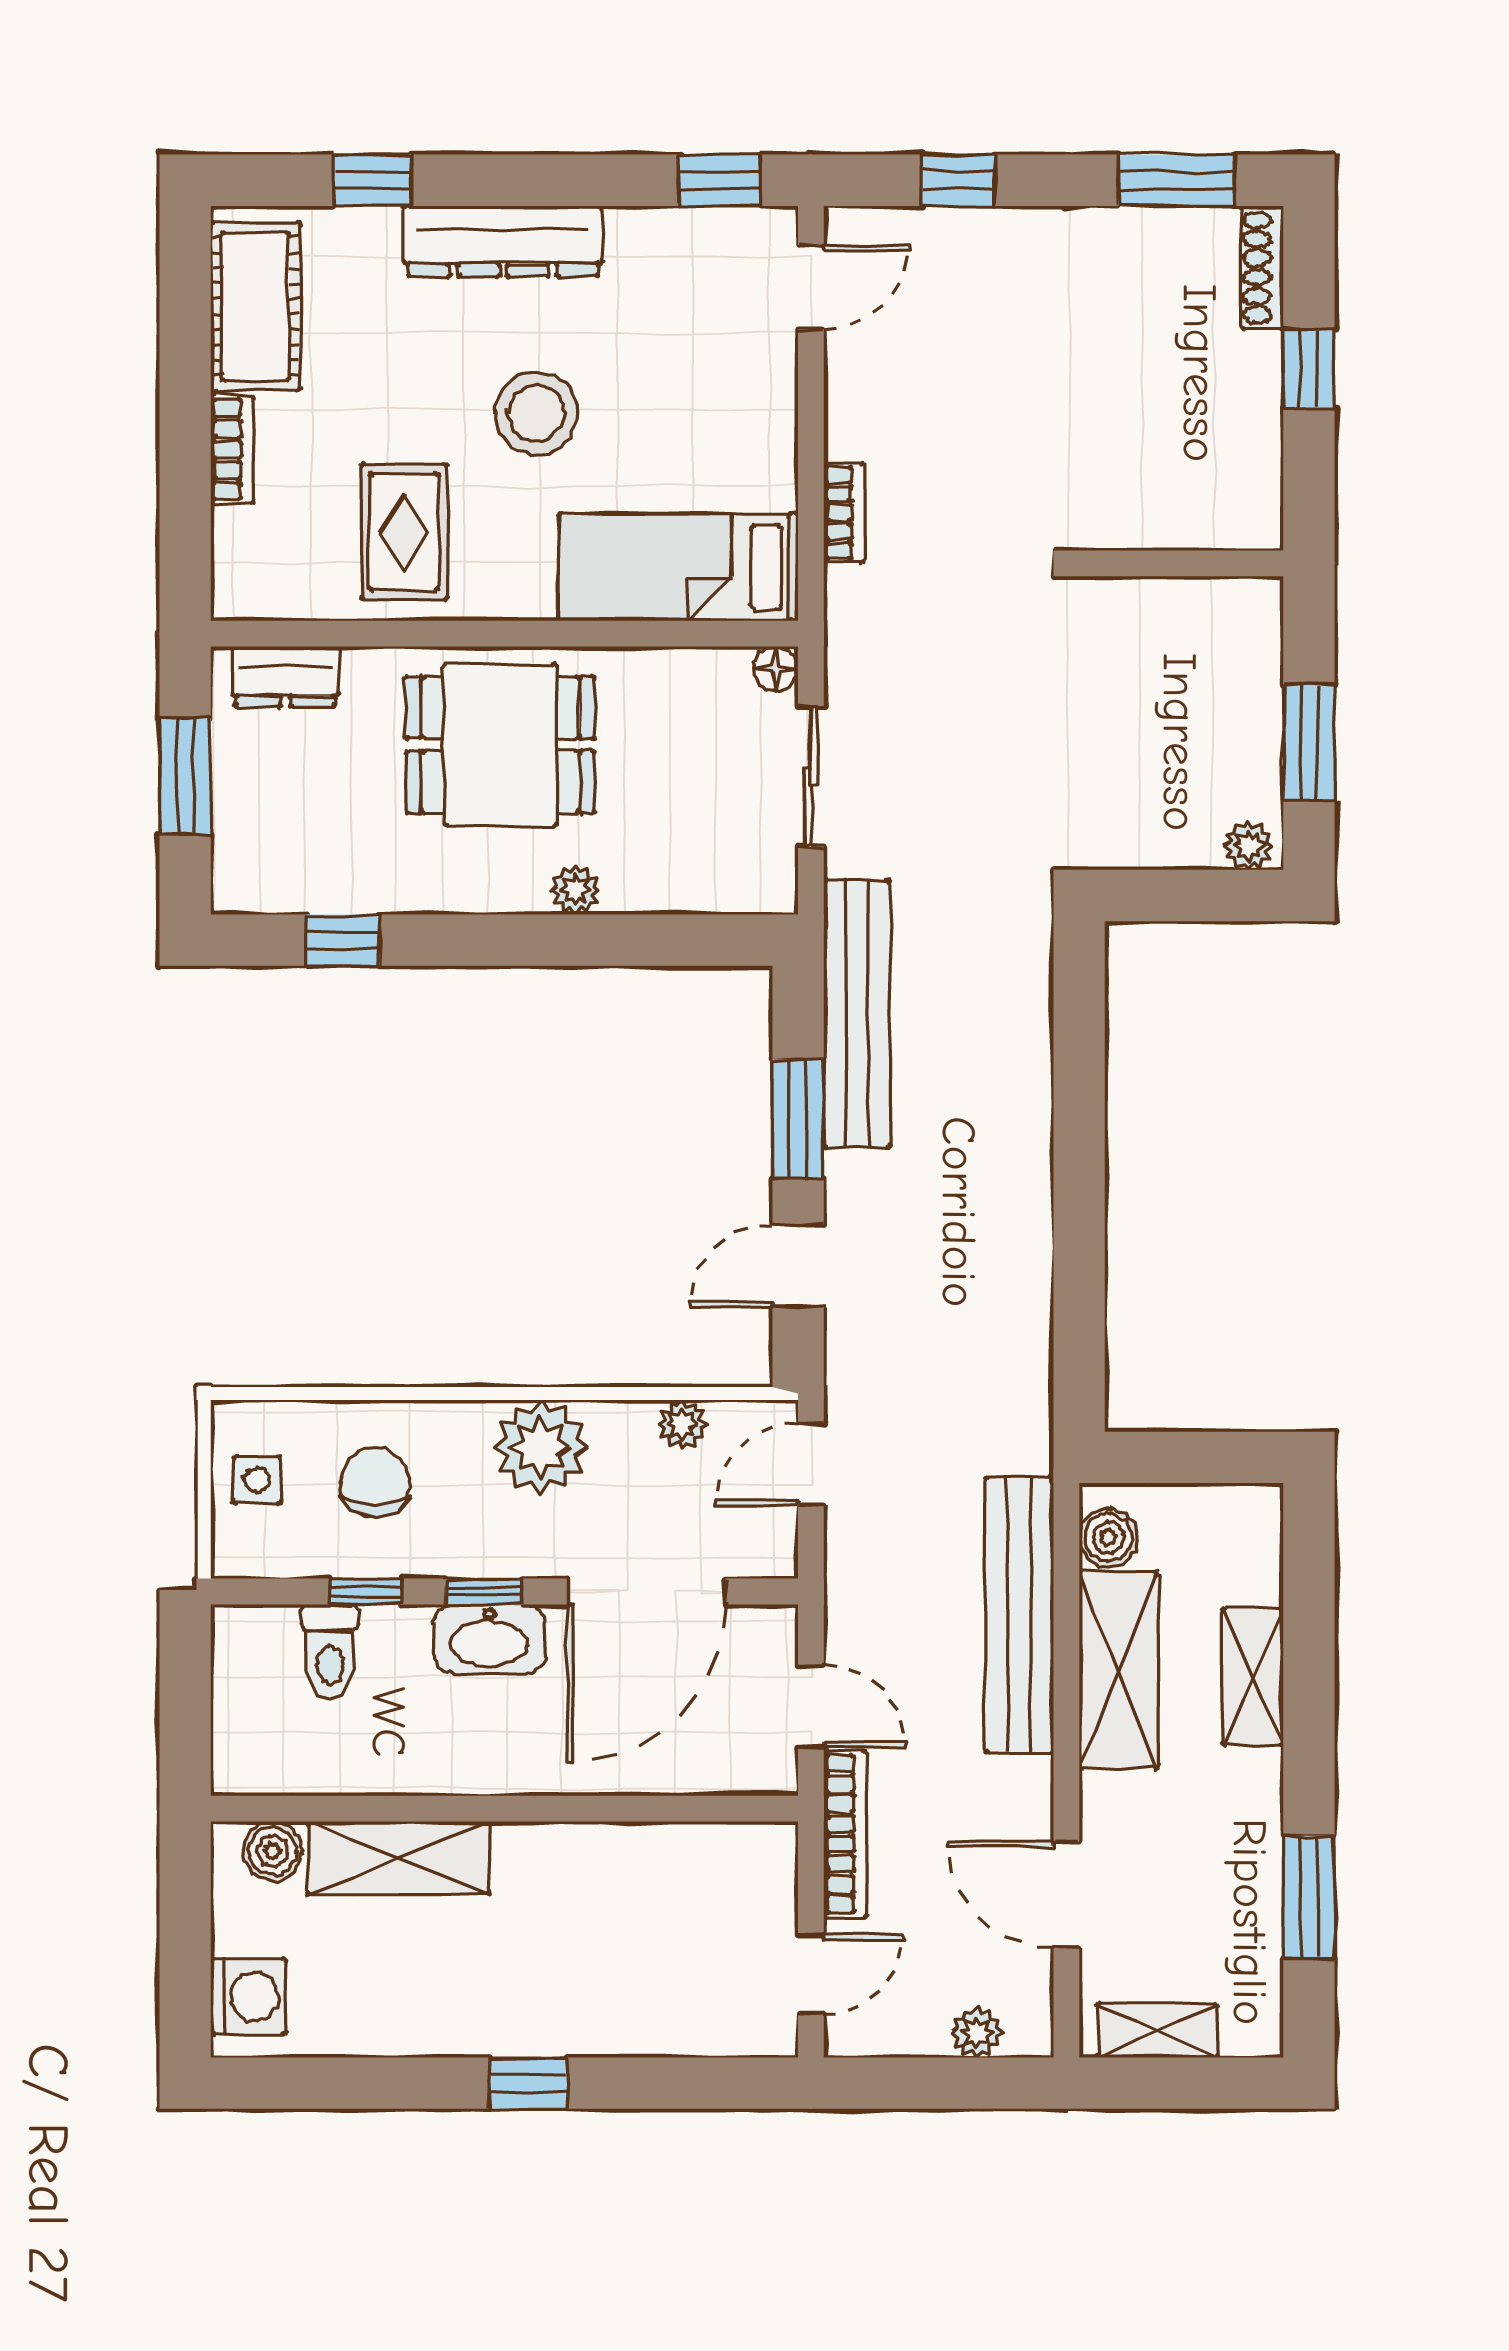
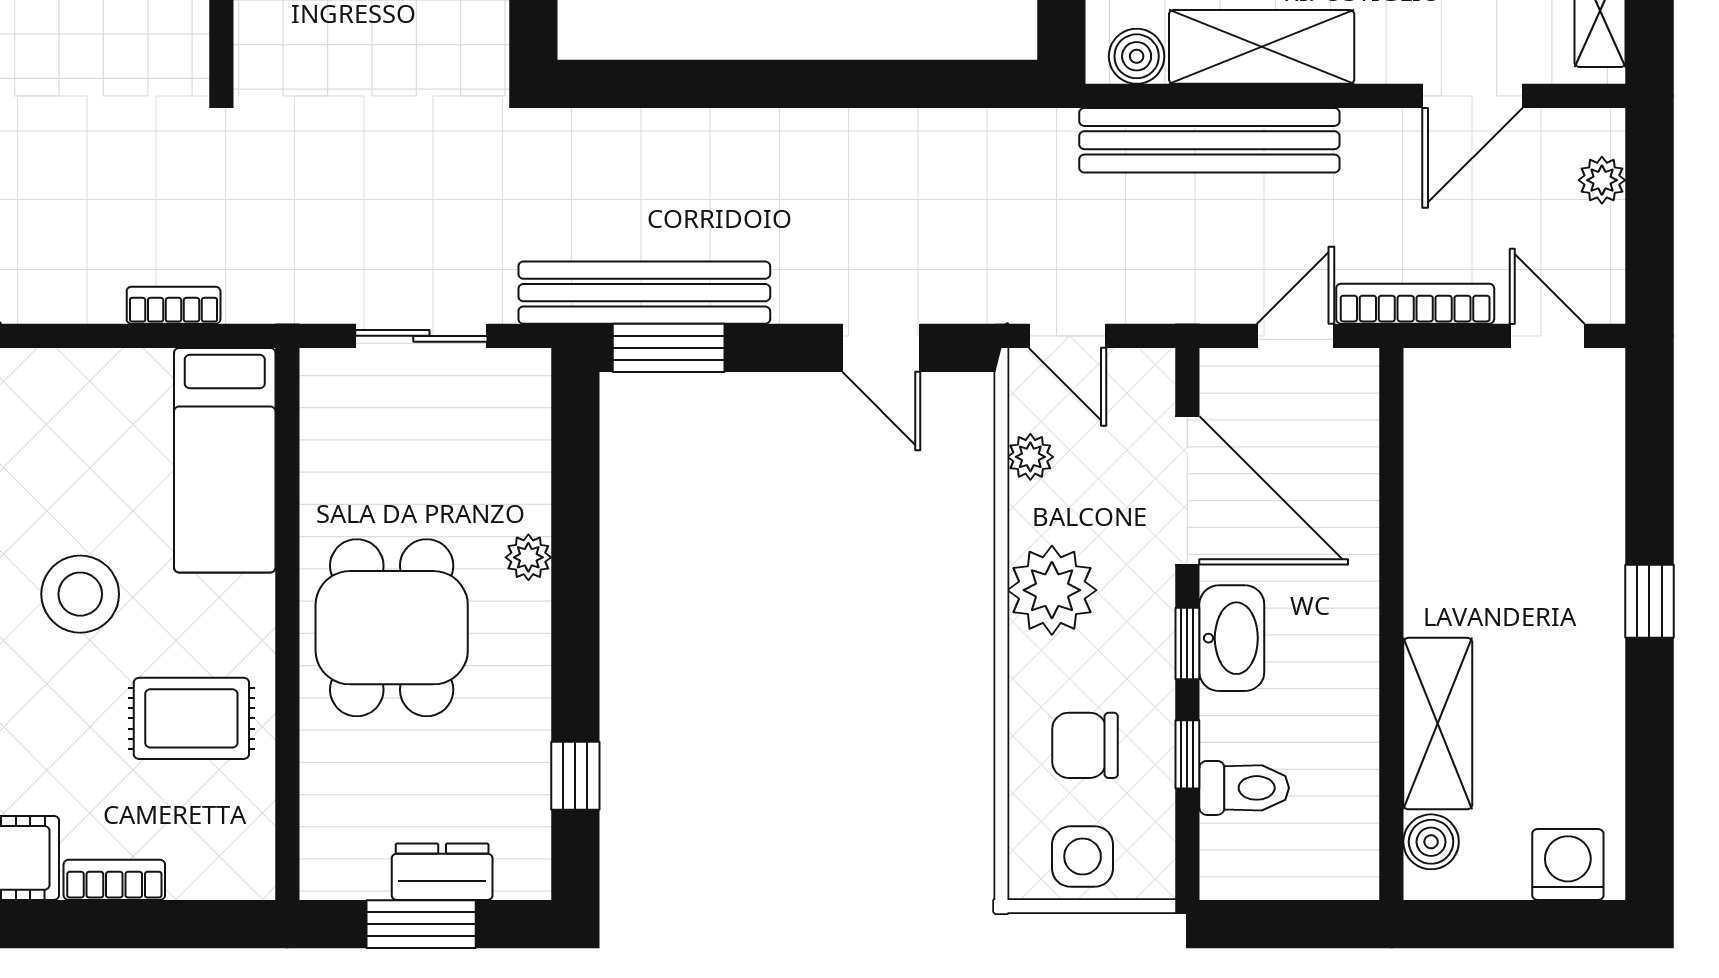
floor lamp: (776, 669) -> (320, 369), removed
dresser: (285, 677) -> (442, 872), moved, turned -90
window: (798, 1119) -> (669, 348), moved
side table: (257, 1480) -> (1083, 856), width x1.37, depth x1.37

